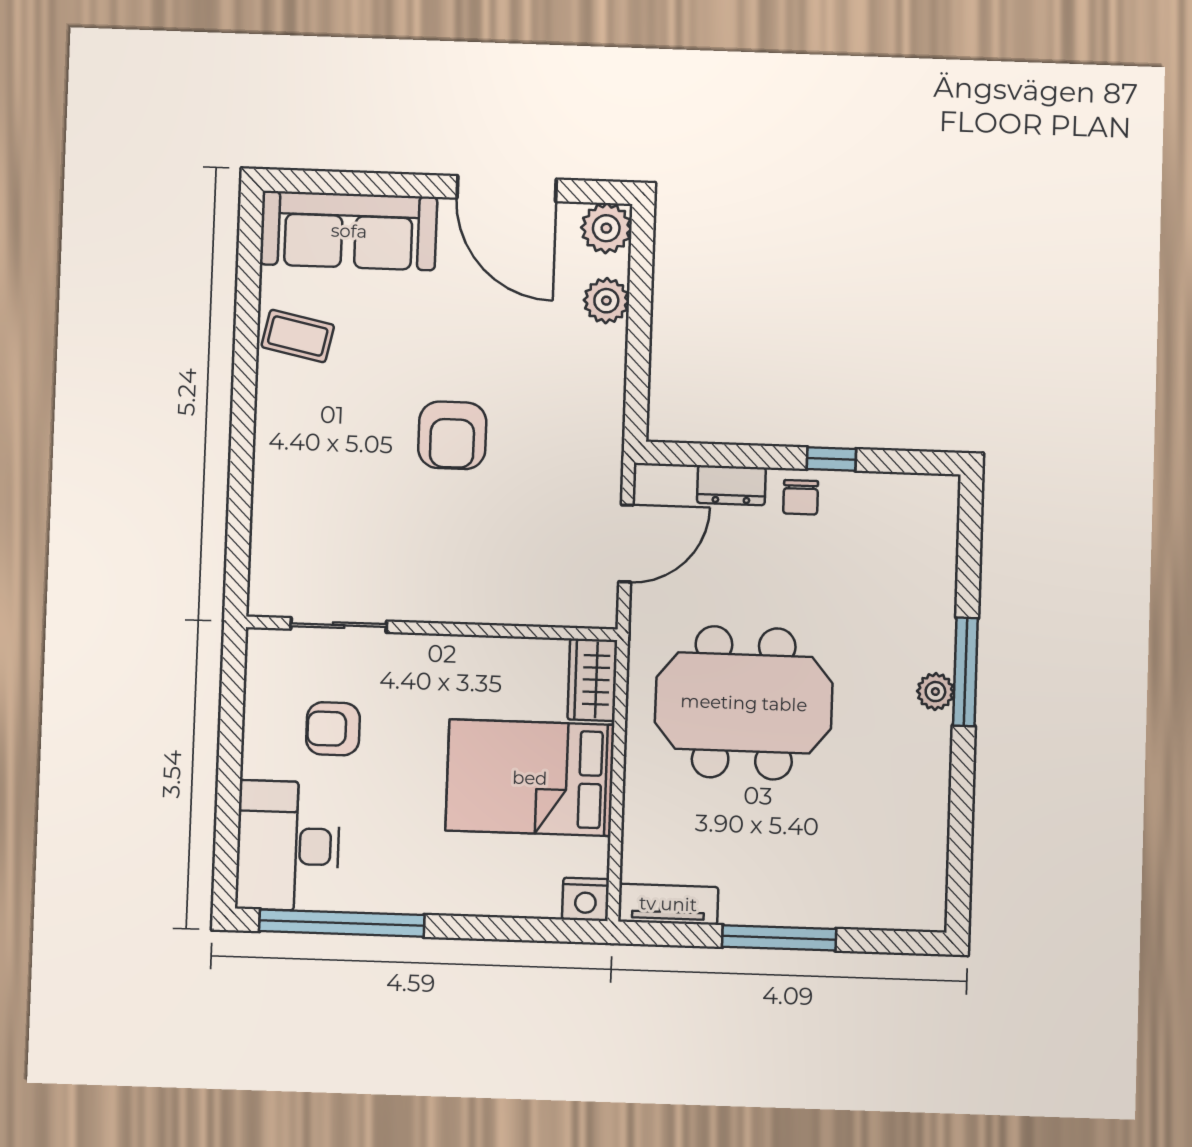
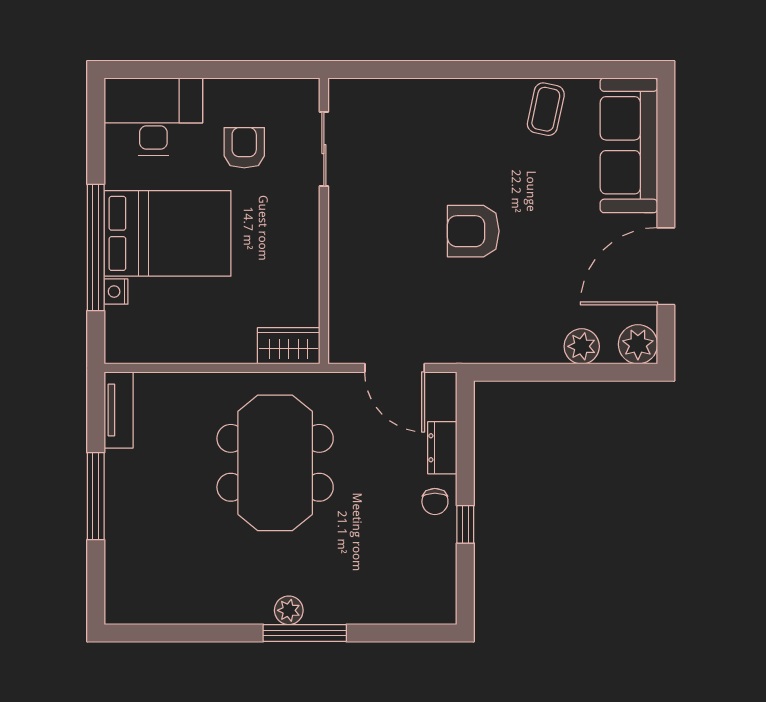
chair: (801, 497) -> (435, 502), turned -90
bed: (530, 778) -> (168, 233), moved, turned 90
nightstand: (586, 899) -> (116, 292), moved, width x0.72, depth x0.74
window: (342, 923) -> (96, 247), moved

